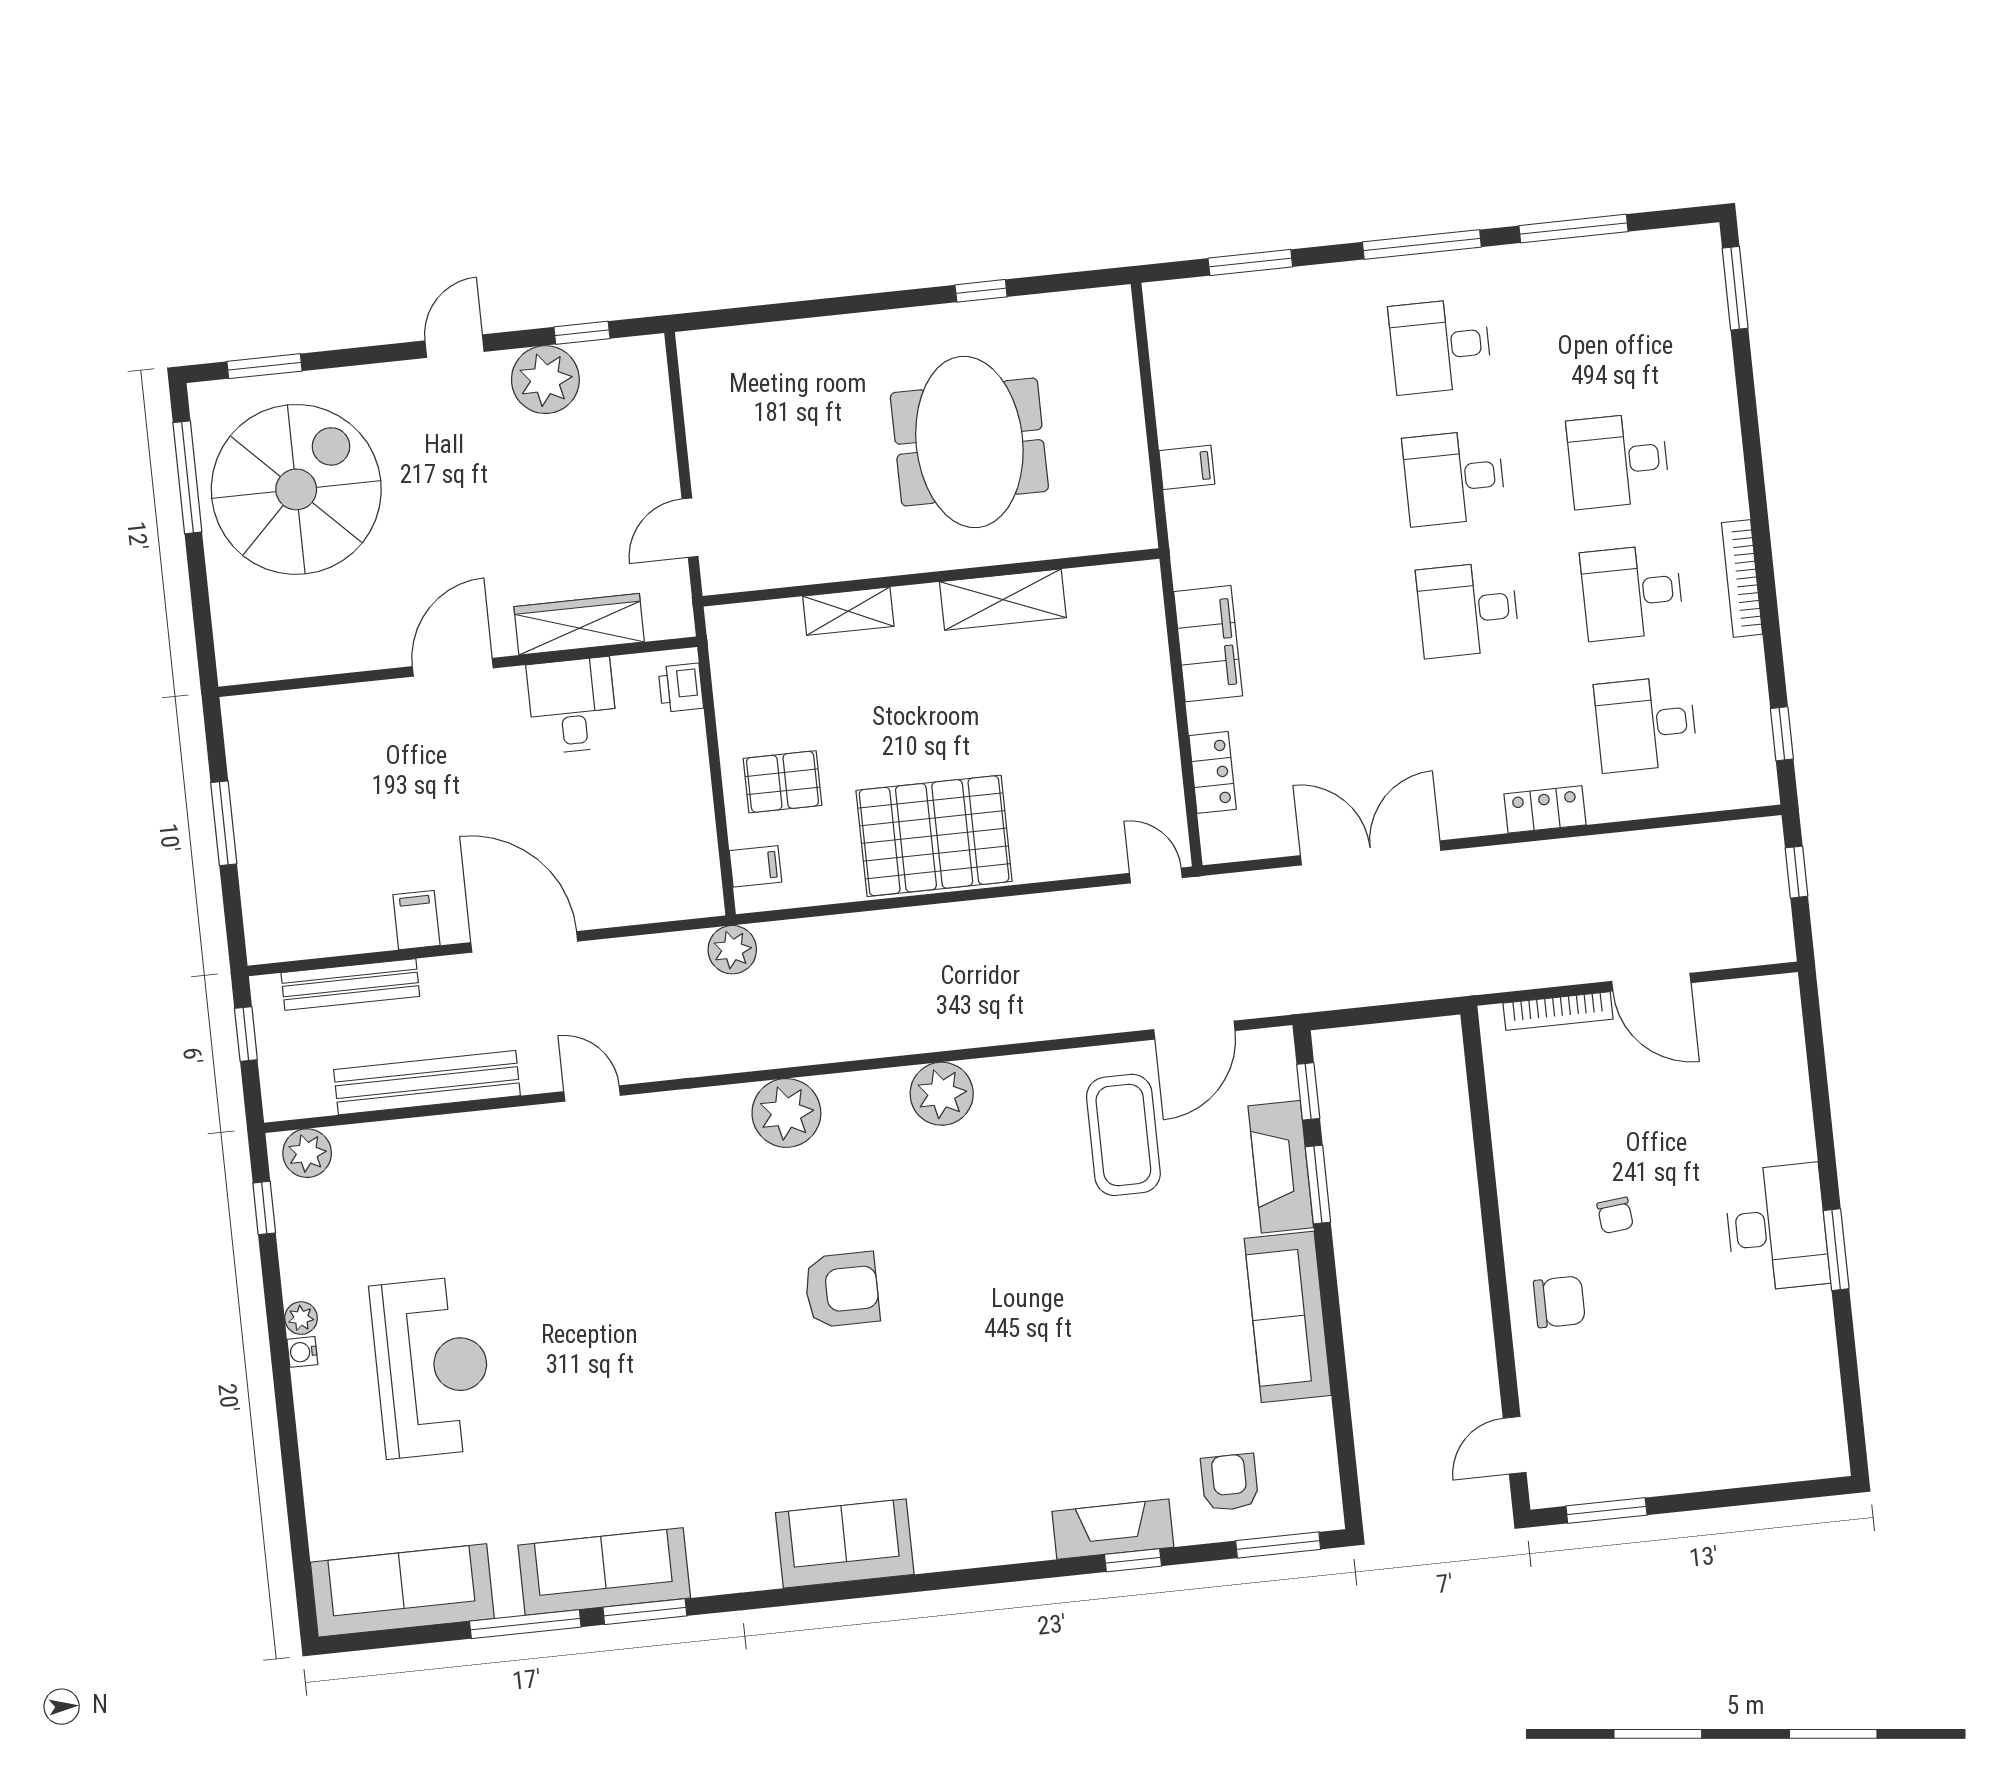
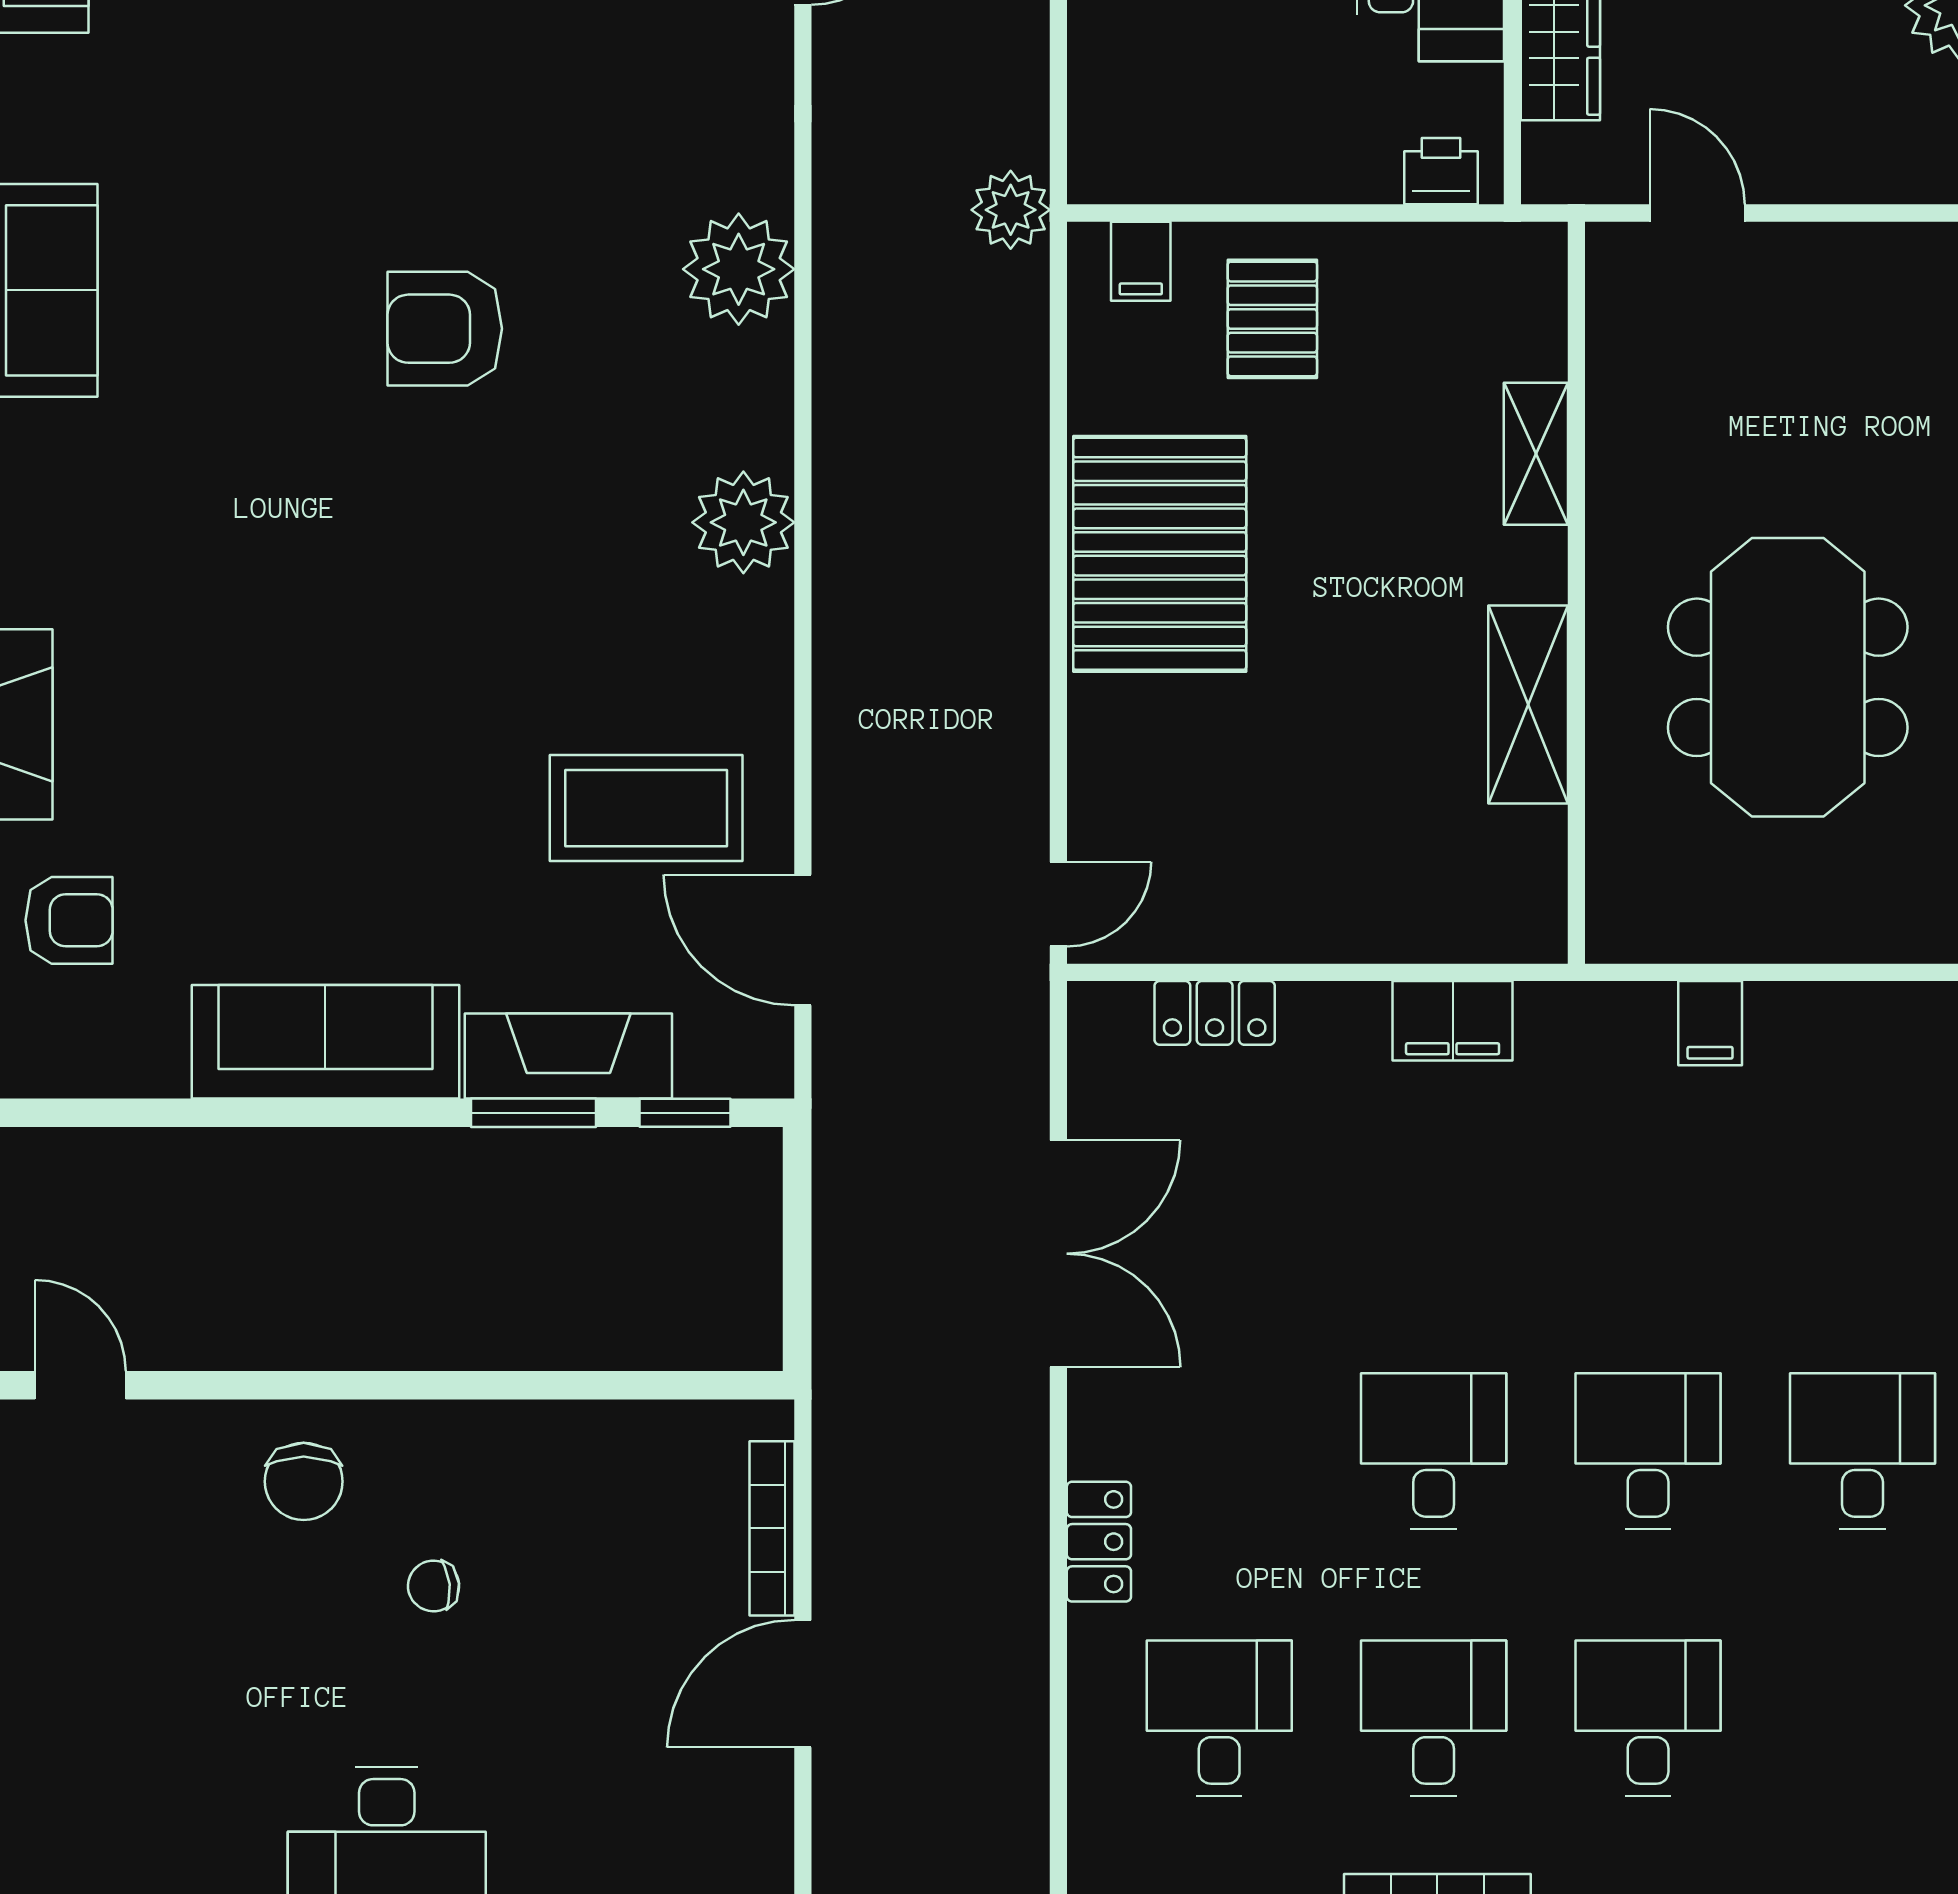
meeting table: (969, 442) -> (1788, 677), turned 90
filing cabinet: (1208, 644) -> (1453, 1021), width x0.67, depth x0.86
armchair: (842, 1290) -> (445, 329), turned 90

